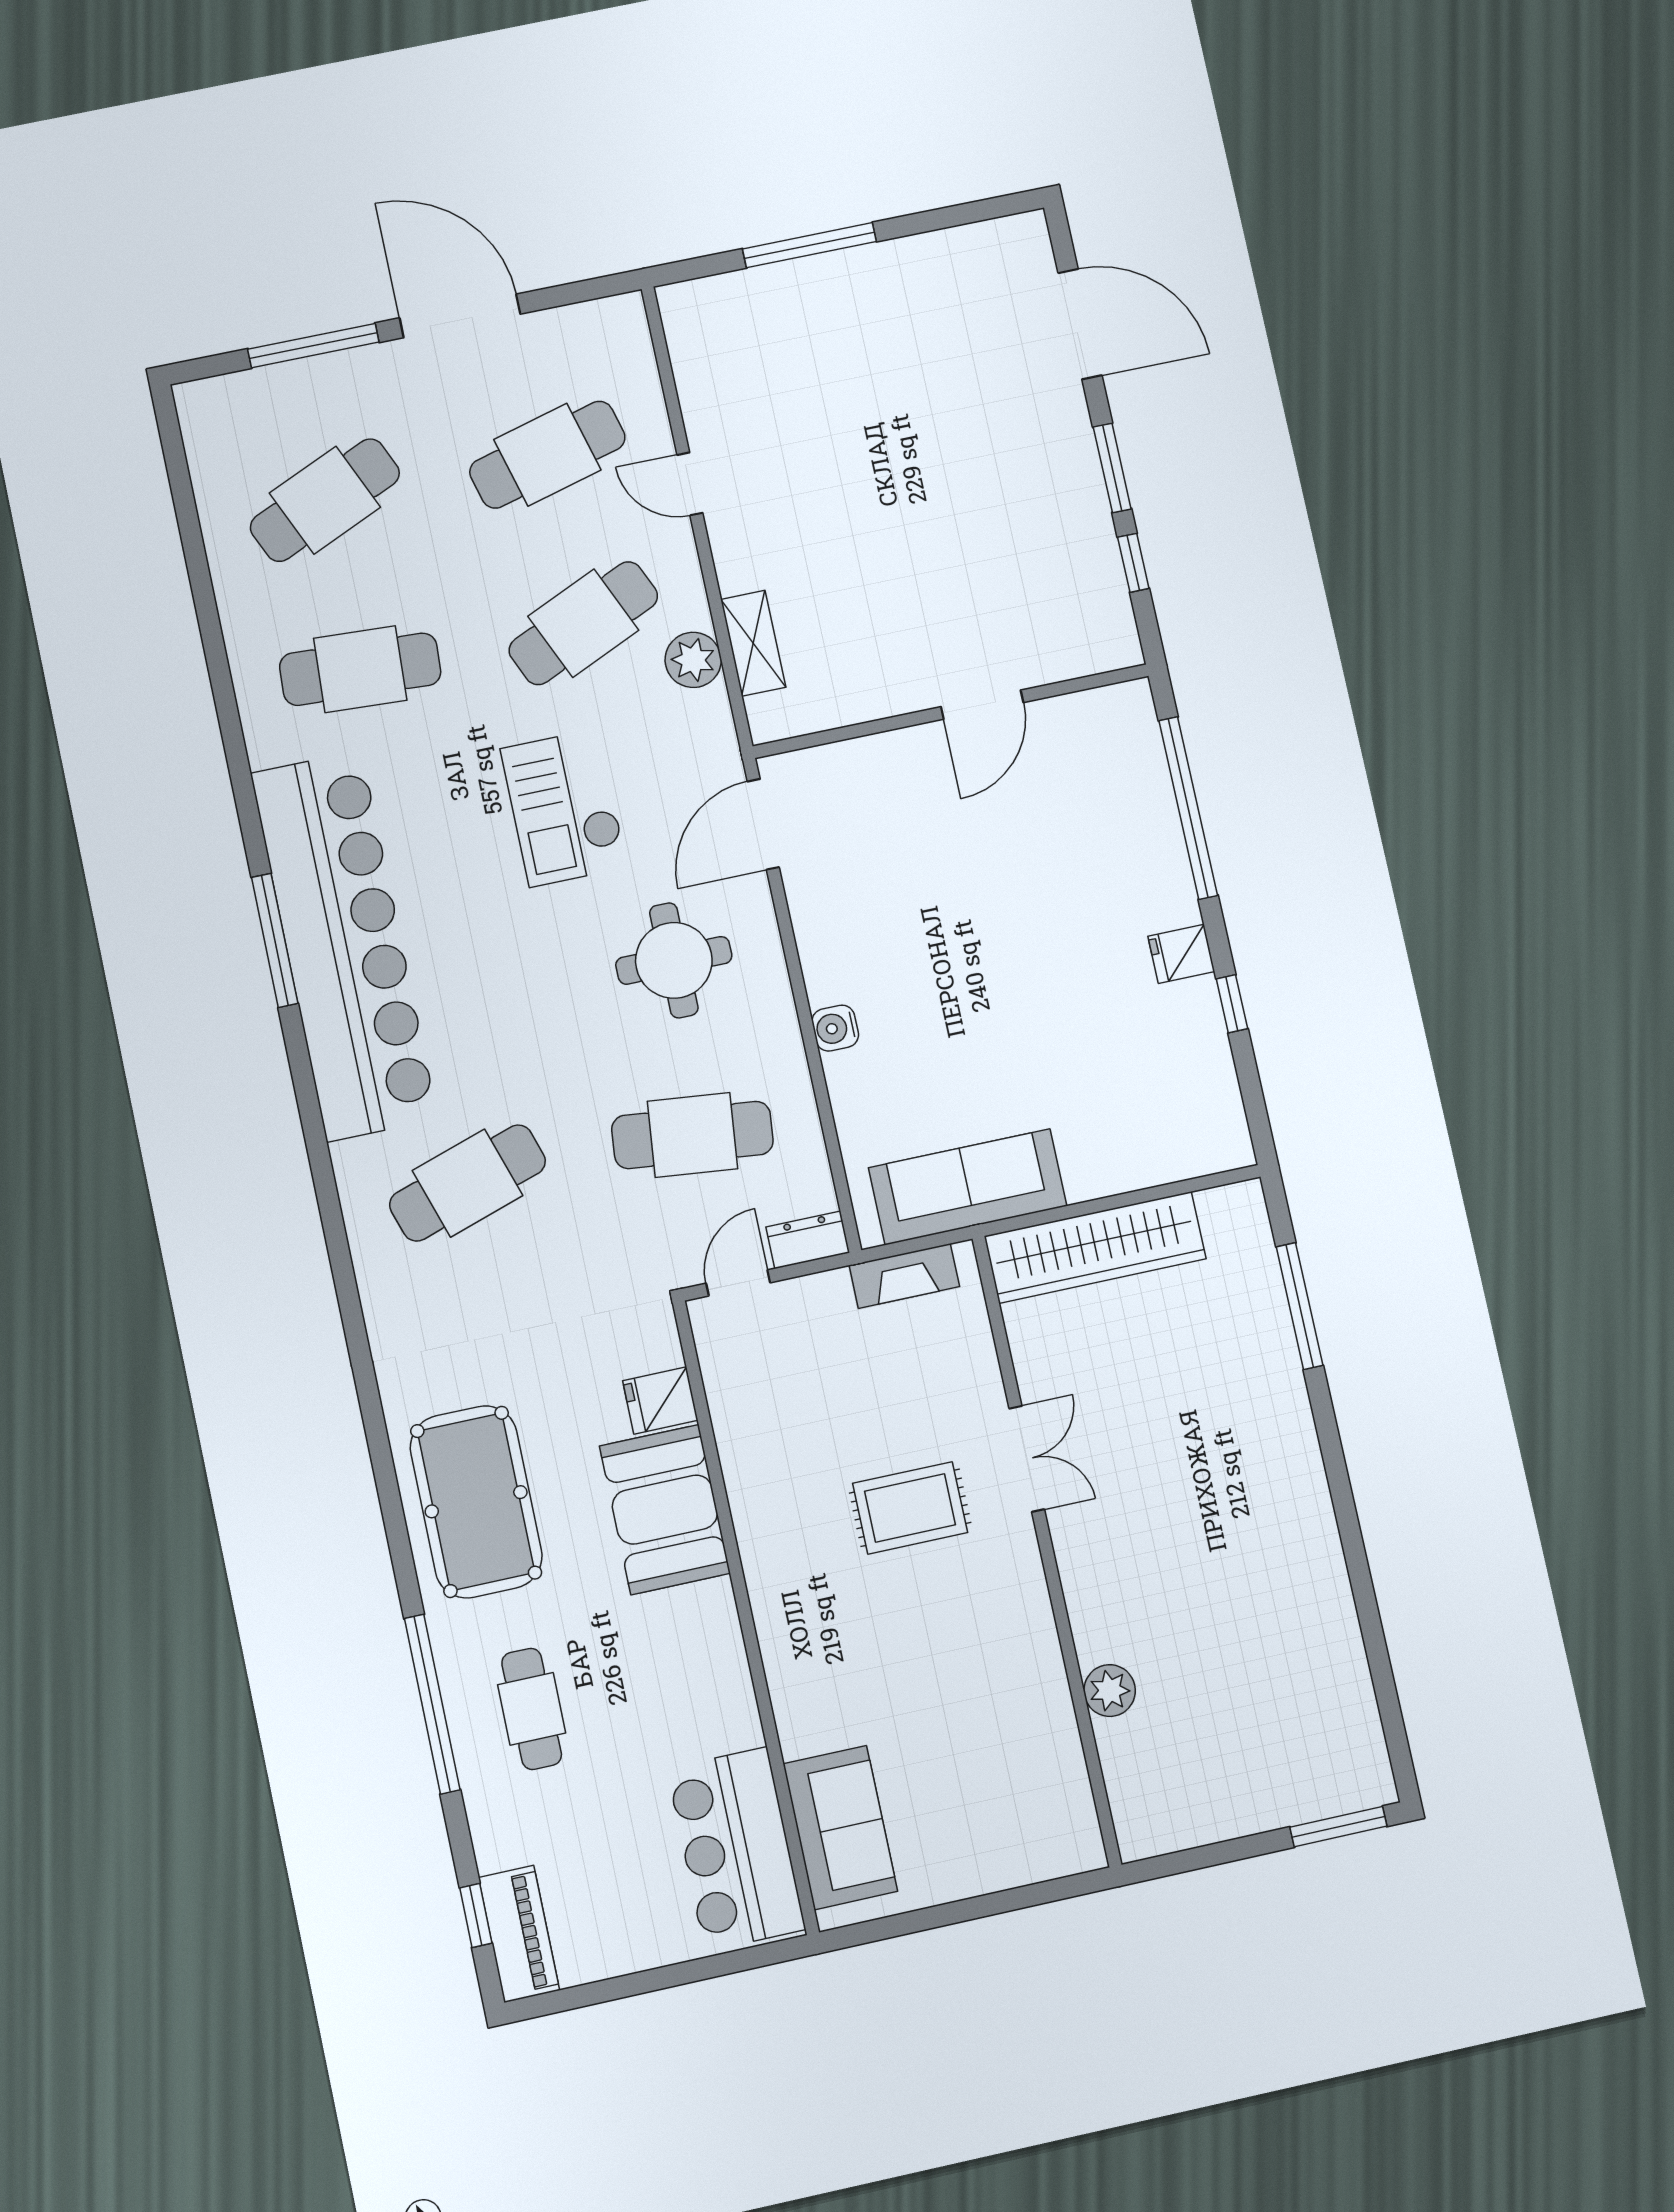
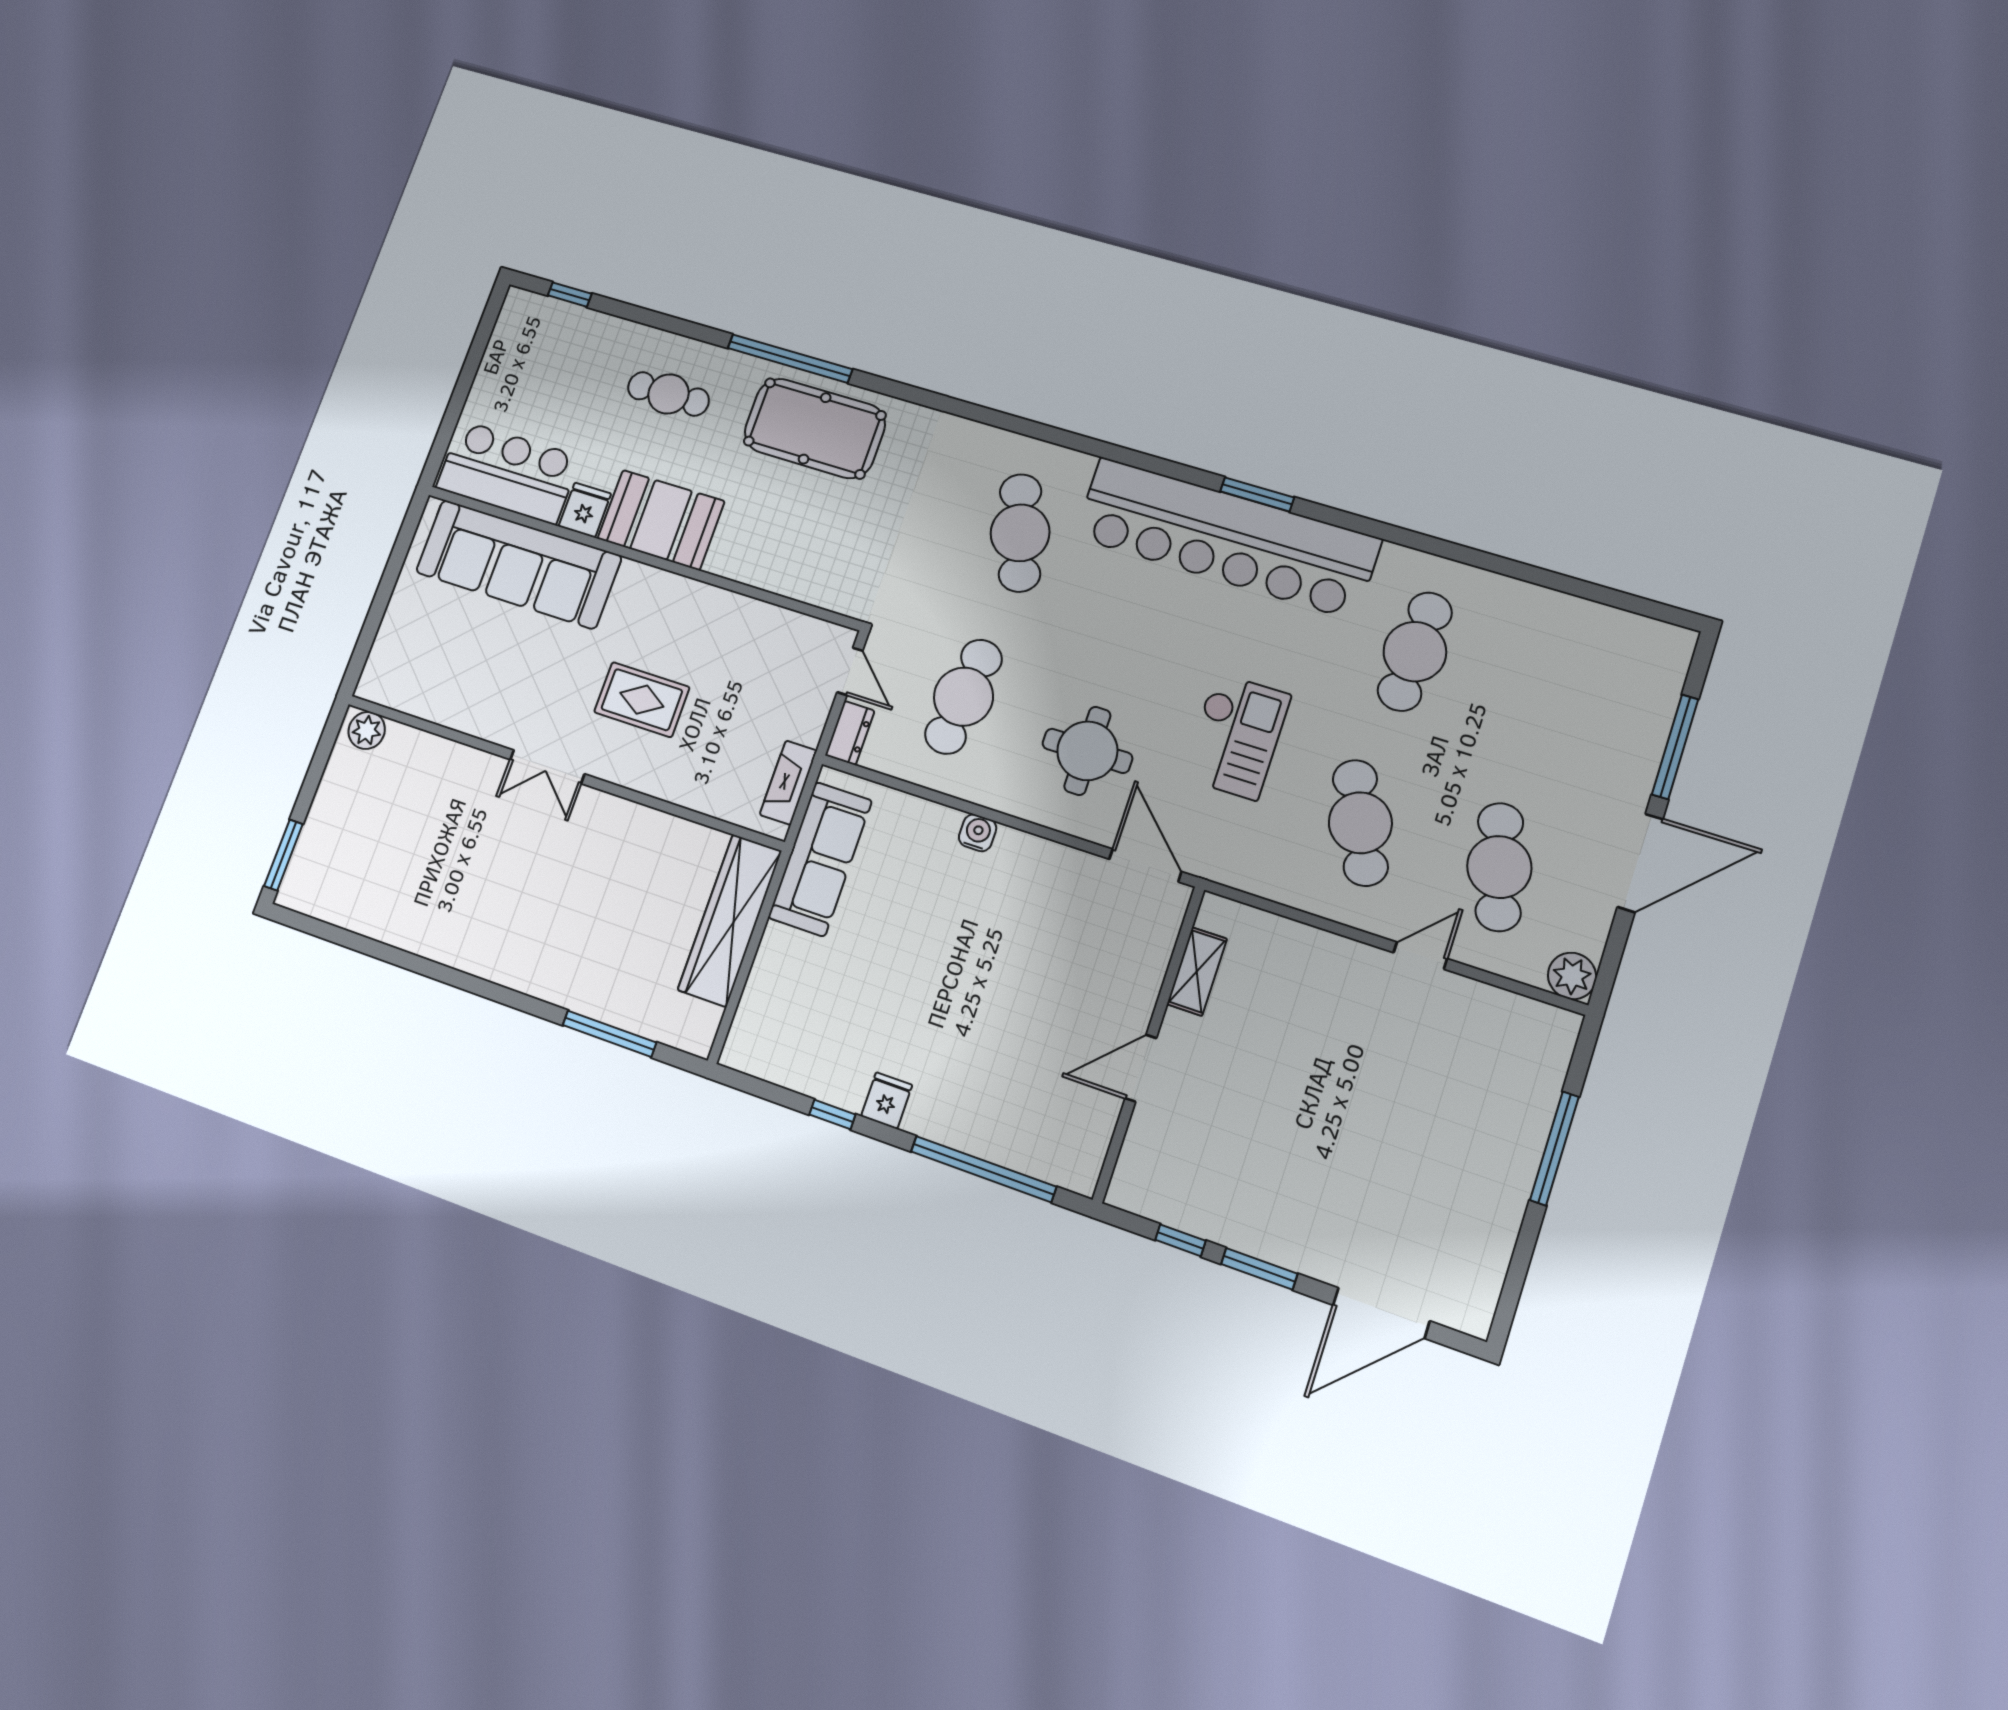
cafe table: (325, 500) -> (1553, 693), removed
shelving: (753, 643) -> (1197, 971), moved, turned 90
plant: (693, 660) -> (1572, 976), moved
door: (982, 705) -> (1141, 1068), hinge flipped
checkout: (564, 808) -> (1236, 736), turned 90
window: (275, 940) -> (1257, 494), width x0.69
fridge: (660, 1401) -> (585, 510), moved
double door: (1027, 1459) -> (547, 767), moved
rug: (910, 1508) -> (642, 700), turned 90
booth: (665, 1510) -> (661, 520), moved
plant: (1110, 1691) -> (367, 730), moved
window: (432, 1704) -> (790, 359), moved
sofa: (840, 1828) -> (518, 564), width x1.85, depth x1.27
piano: (519, 1934) -> (543, 314), removed

